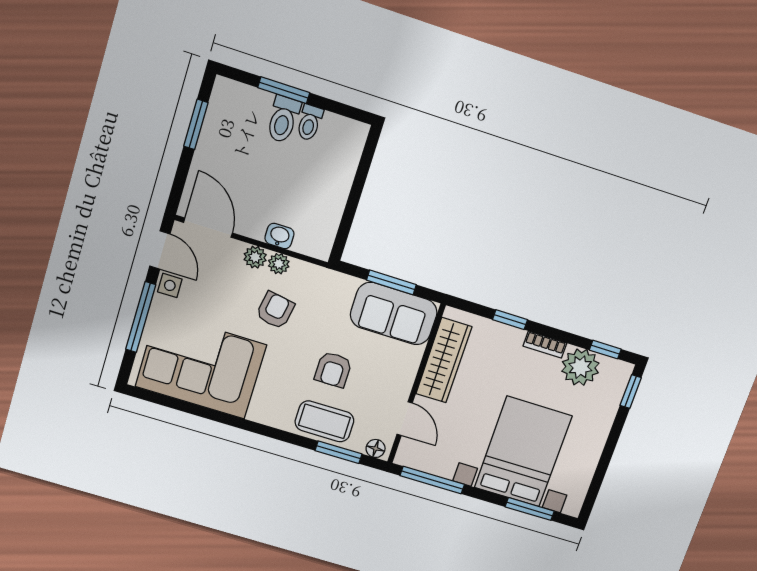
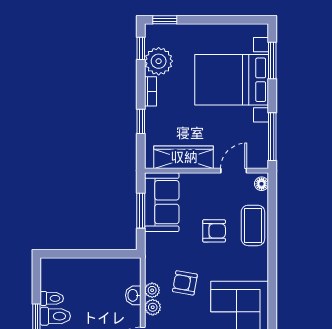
window: (339, 452) -> (272, 209), removed

